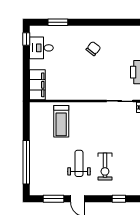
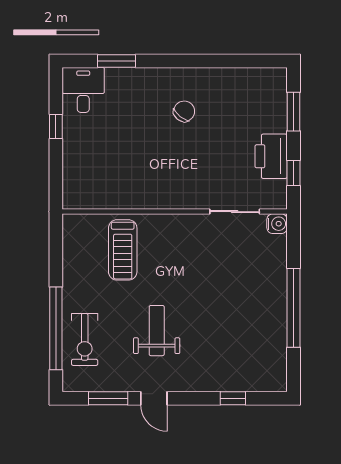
window: (26, 39) -> (56, 127), moved
desk: (41, 48) -> (83, 90), moved, turned 90
filing cabinet: (37, 85) -> (77, 181), removed
exercise bike: (105, 167) -> (85, 339), moved

